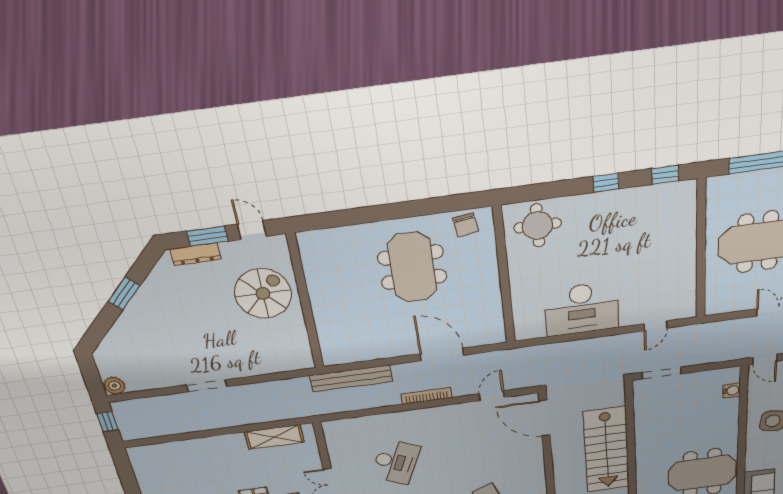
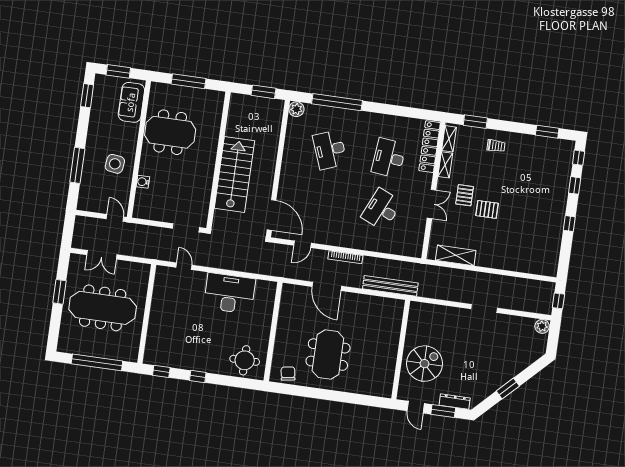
spiral stairs: (263, 294) -> (424, 364), turned 180
door: (656, 326) -> (184, 266), hinge flipped
water cooler: (732, 391) -> (143, 182), moved

